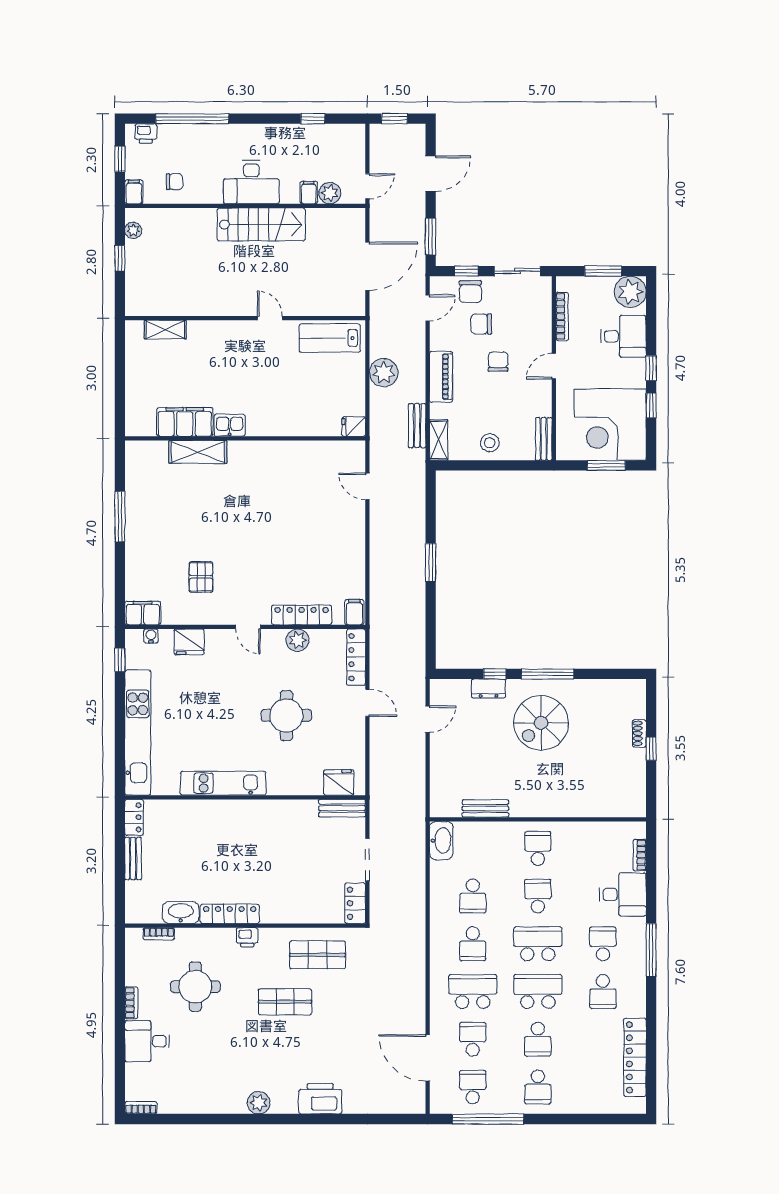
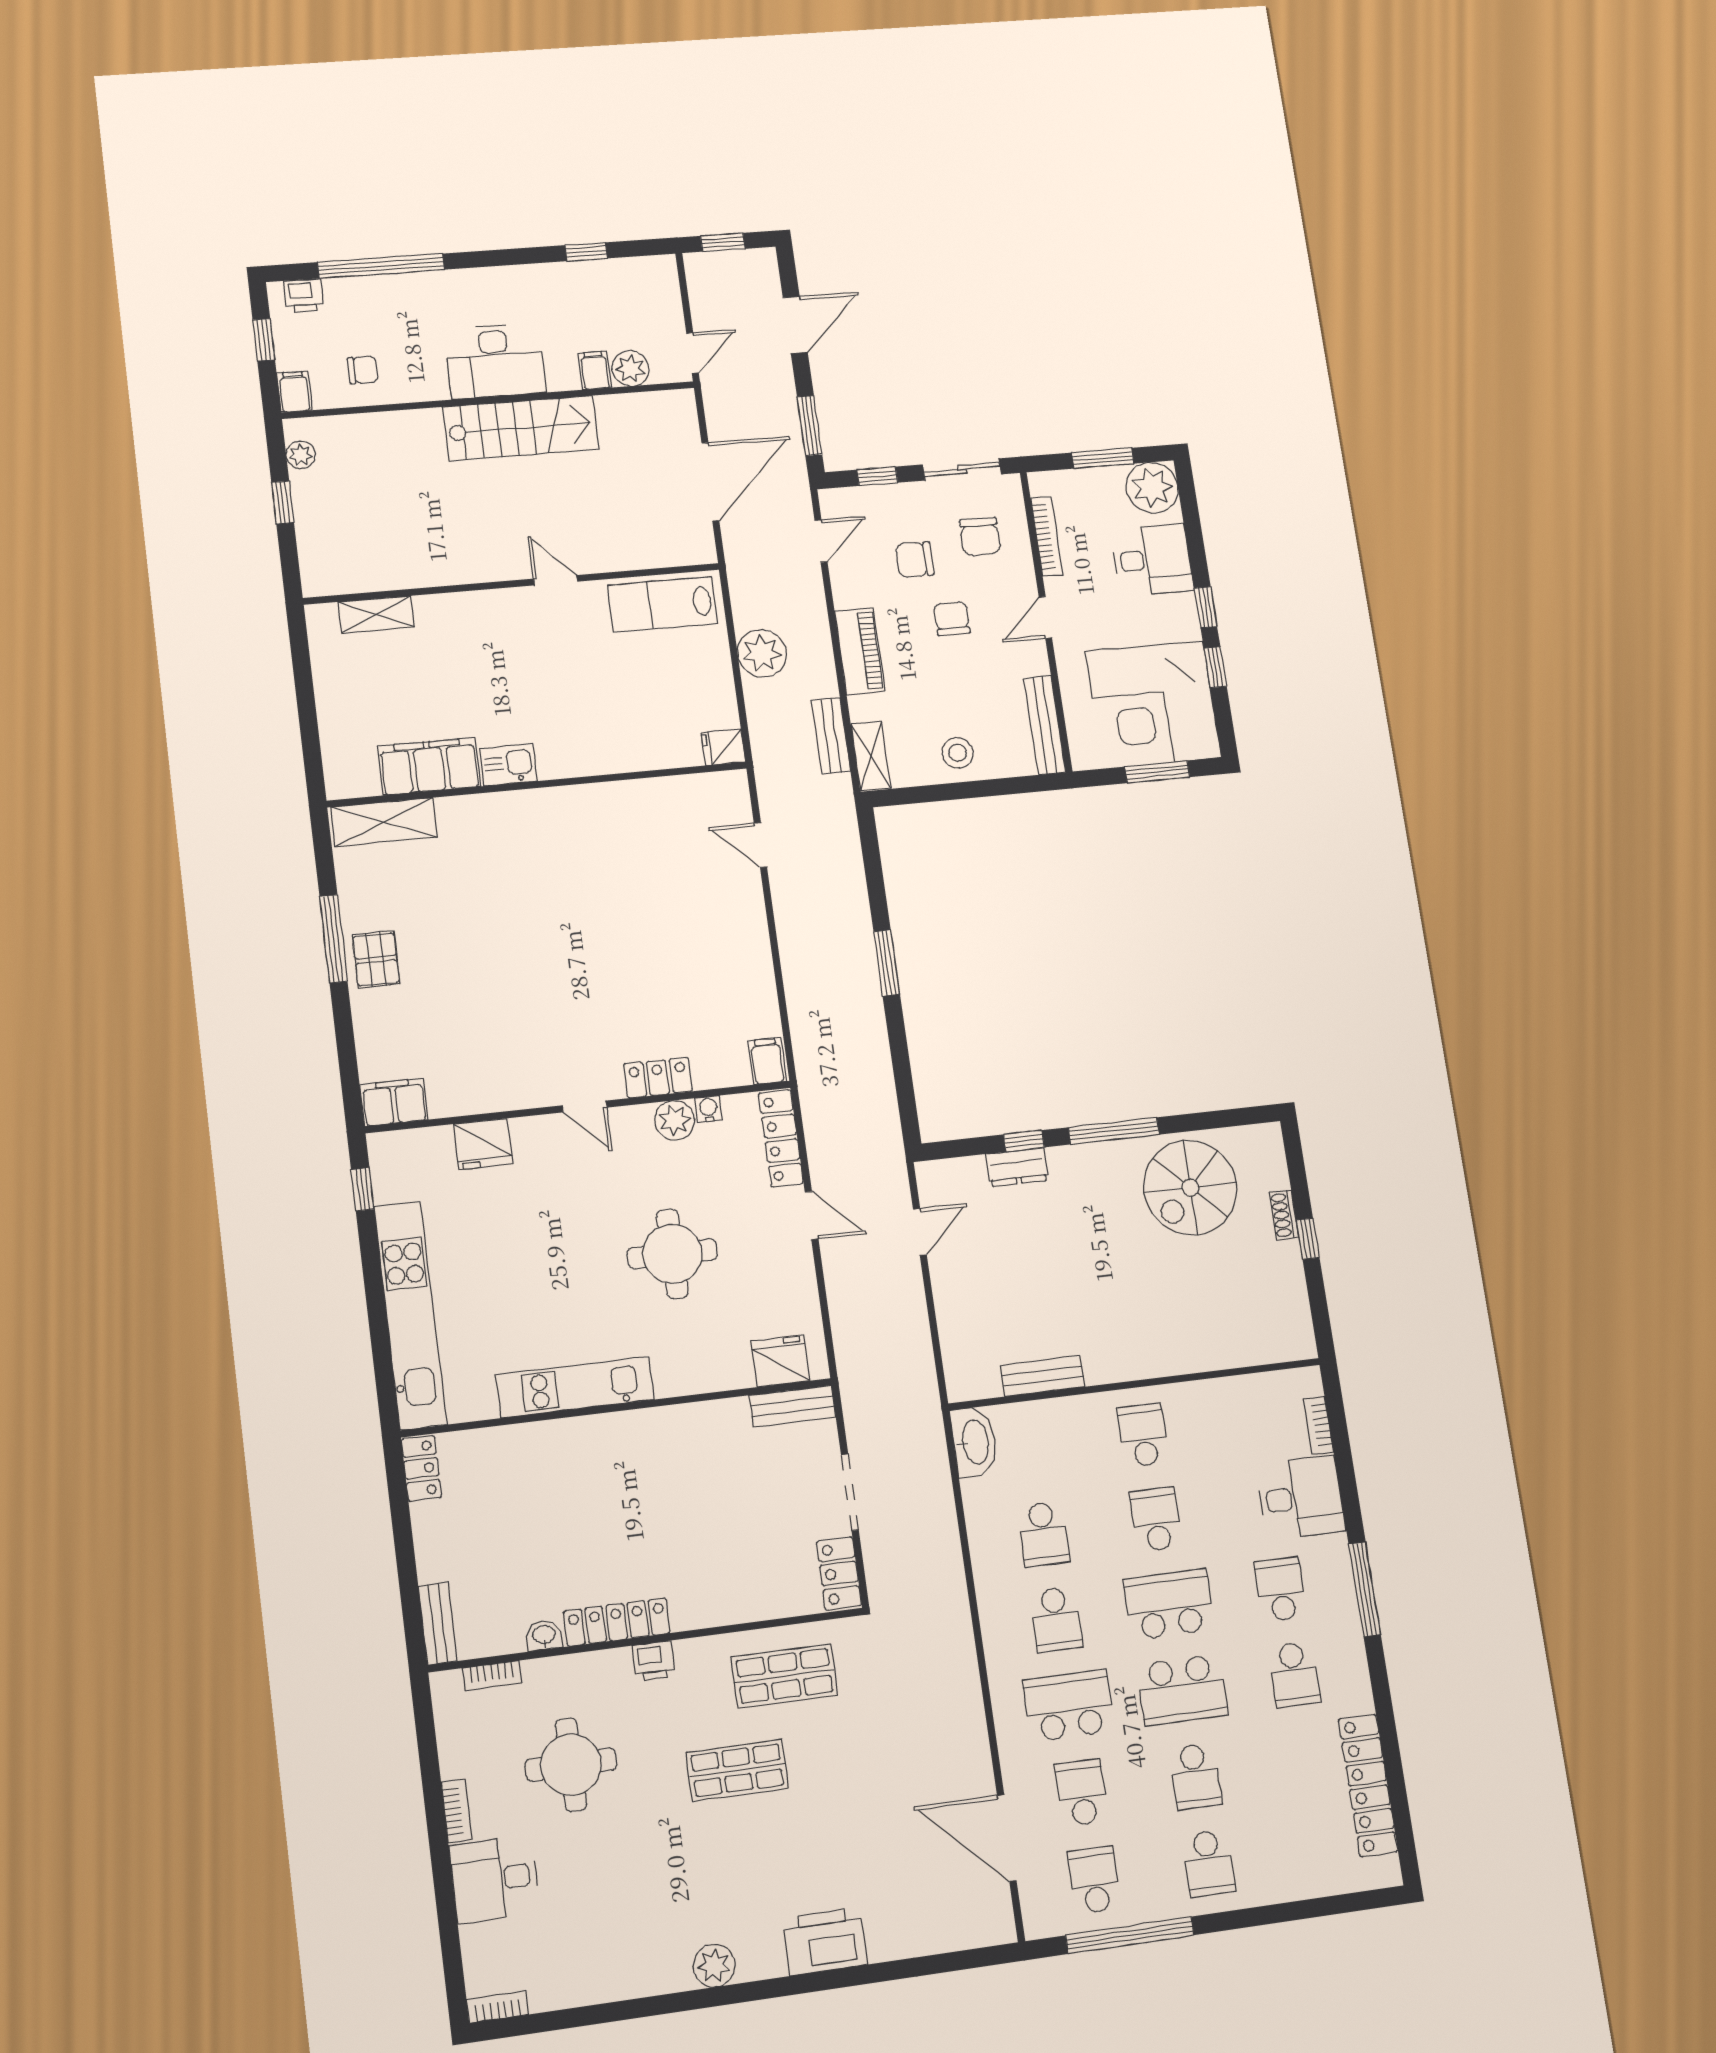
chair: (470, 292) -> (980, 536), moved
bench: (544, 439) -> (1045, 725), width x1.36
shelving: (198, 452) -> (384, 822), moved
pallet: (201, 577) -> (376, 959), moved
locker: (302, 615) -> (658, 1078), width x0.66
water cooler: (151, 636) -> (709, 1109), moved
spiral stairs: (541, 723) -> (1190, 1188), moved
bench: (133, 858) -> (438, 1624), moved
washbasin: (181, 912) -> (544, 1635), width x0.52, depth x0.69
school desk: (538, 992) -> (1182, 1690), turned 180

